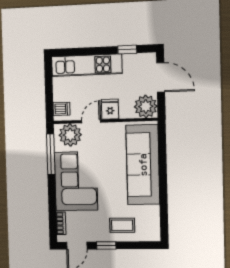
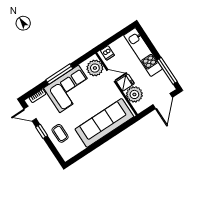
window: (127, 50) -> (167, 71), width x2.17
plant: (146, 106) -> (134, 94), moved
window: (51, 154) -> (59, 74), moved

